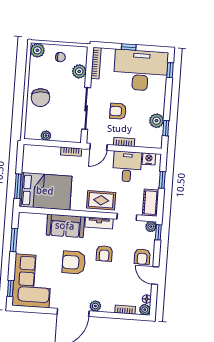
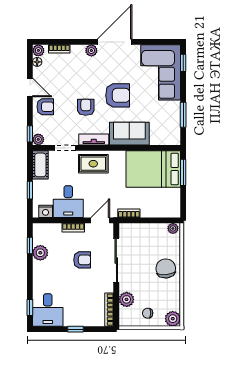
desk: (141, 70) -> (48, 310), width x0.53, depth x0.77
plant: (46, 136) -> (173, 228), moved
armchair: (142, 257) -> (45, 107), turned 90

